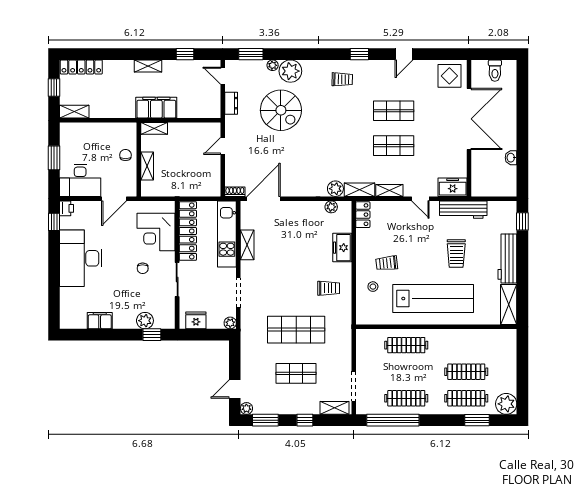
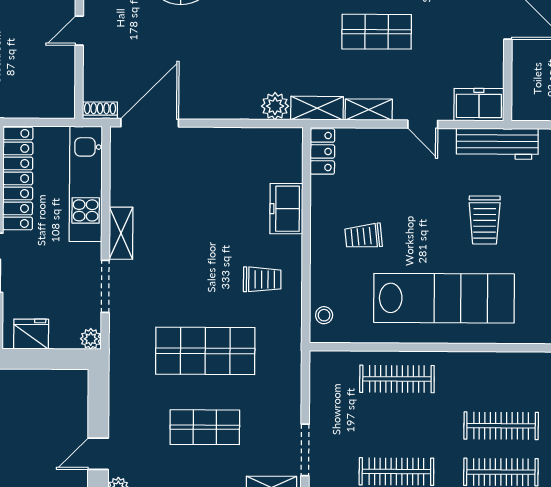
plant: (331, 207) -> (268, 138), removed
shelving: (247, 245) -> (121, 233), moved
stool: (373, 287) -> (324, 315), moved

